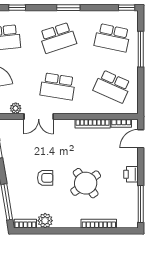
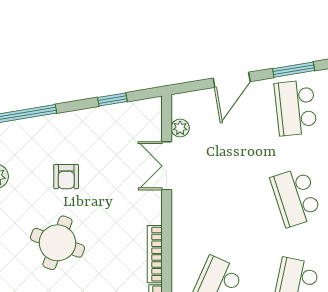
school desk: (58, 86) -> (216, 197), removed
round table: (86, 183) -> (57, 243), turned -33

